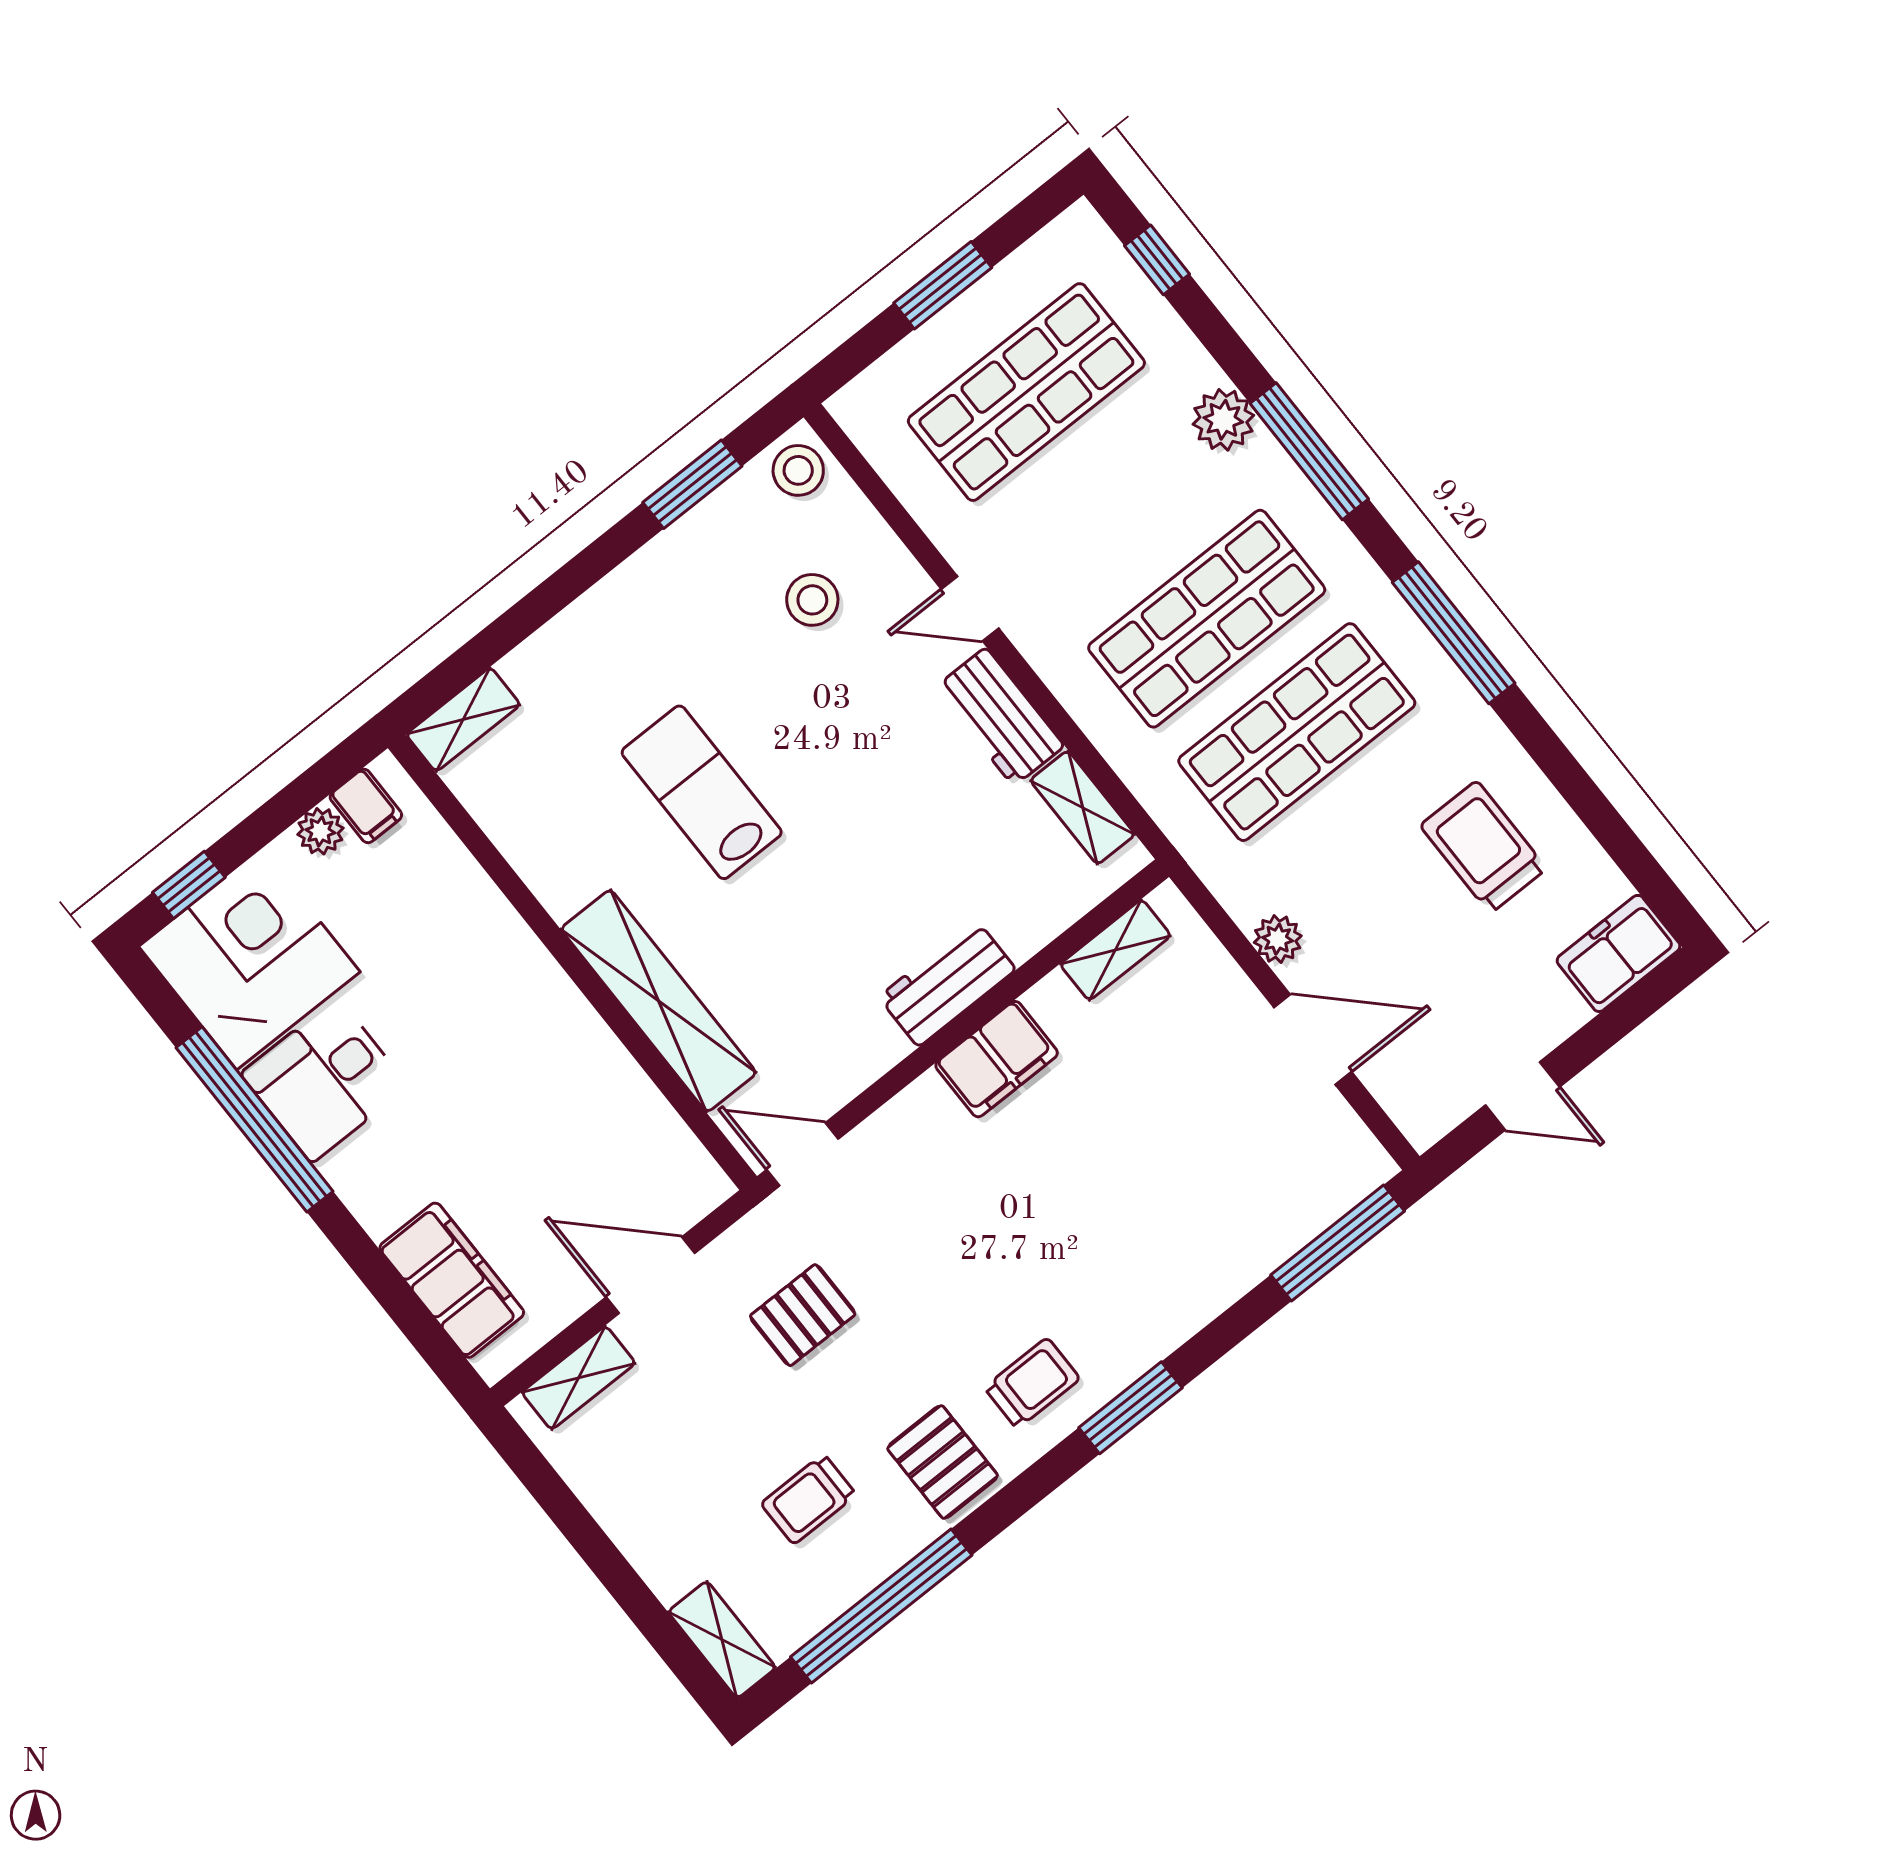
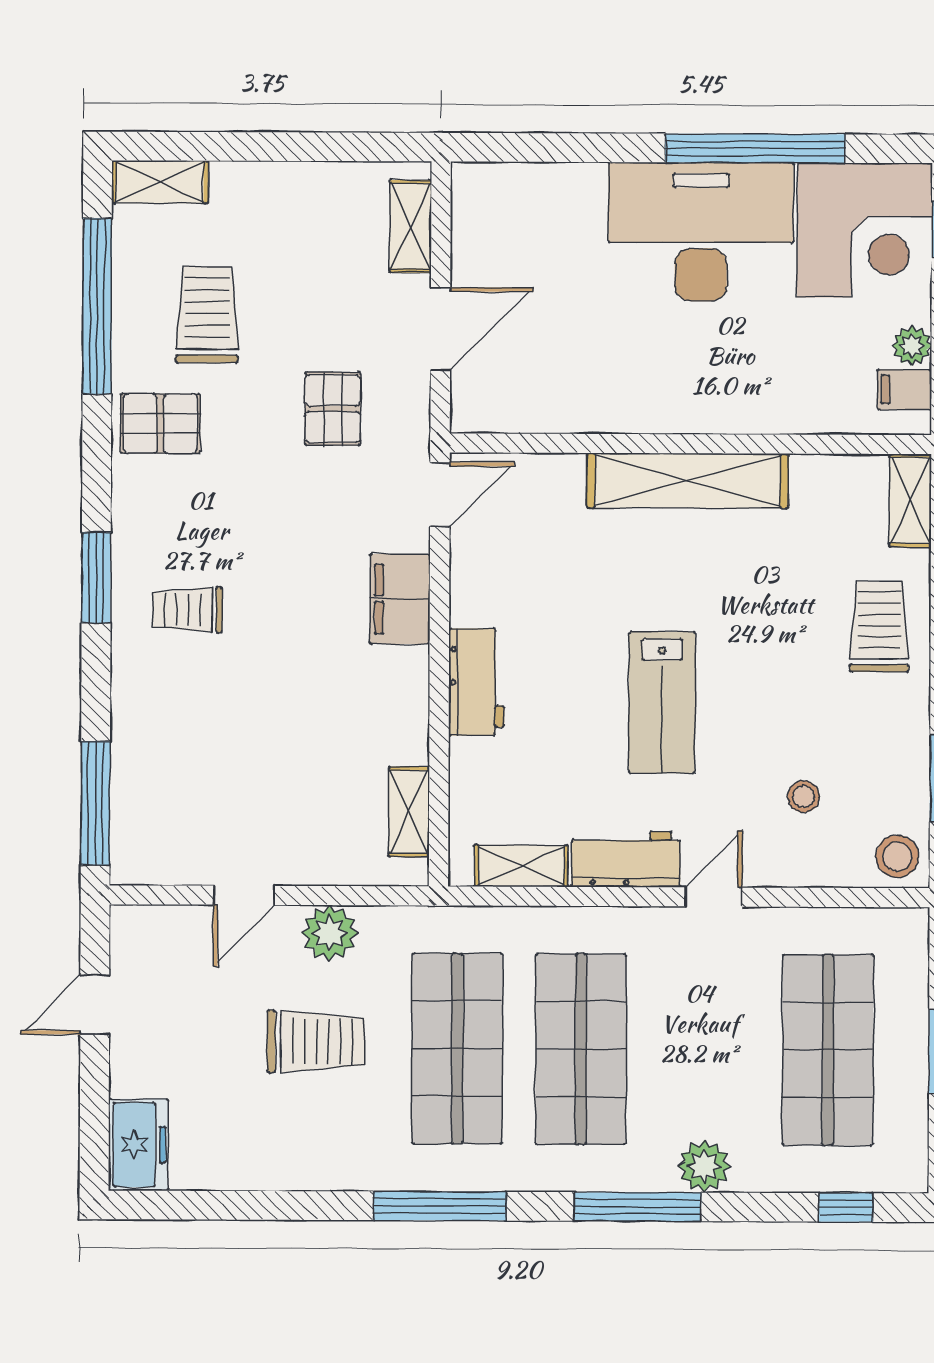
stool: (812, 600) -> (804, 797), width x0.73, depth x0.73
trolley: (601, 655) -> (879, 627), added
lab bench: (702, 792) -> (662, 703), moved, turned 90
trolley: (1483, 847) -> (316, 1041), moved
plant: (1278, 939) -> (330, 933), width x1.38, depth x1.38
shelving: (659, 1001) -> (688, 481), moved
door: (1313, 1039) -> (244, 895), width x0.73
filing cabinet: (997, 1059) -> (400, 599), moved
desk: (325, 1080) -> (701, 232), width x1.87, depth x1.30
filing cabinet: (452, 1280) -> (543, 194), removed
trolley: (1032, 1383) -> (187, 610), moved, turned 90
trolley: (809, 1499) -> (207, 315), width x1.36, depth x1.39

